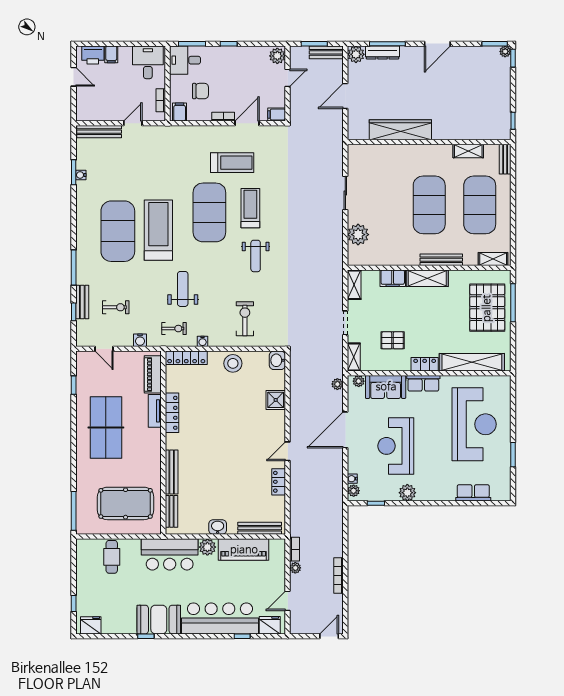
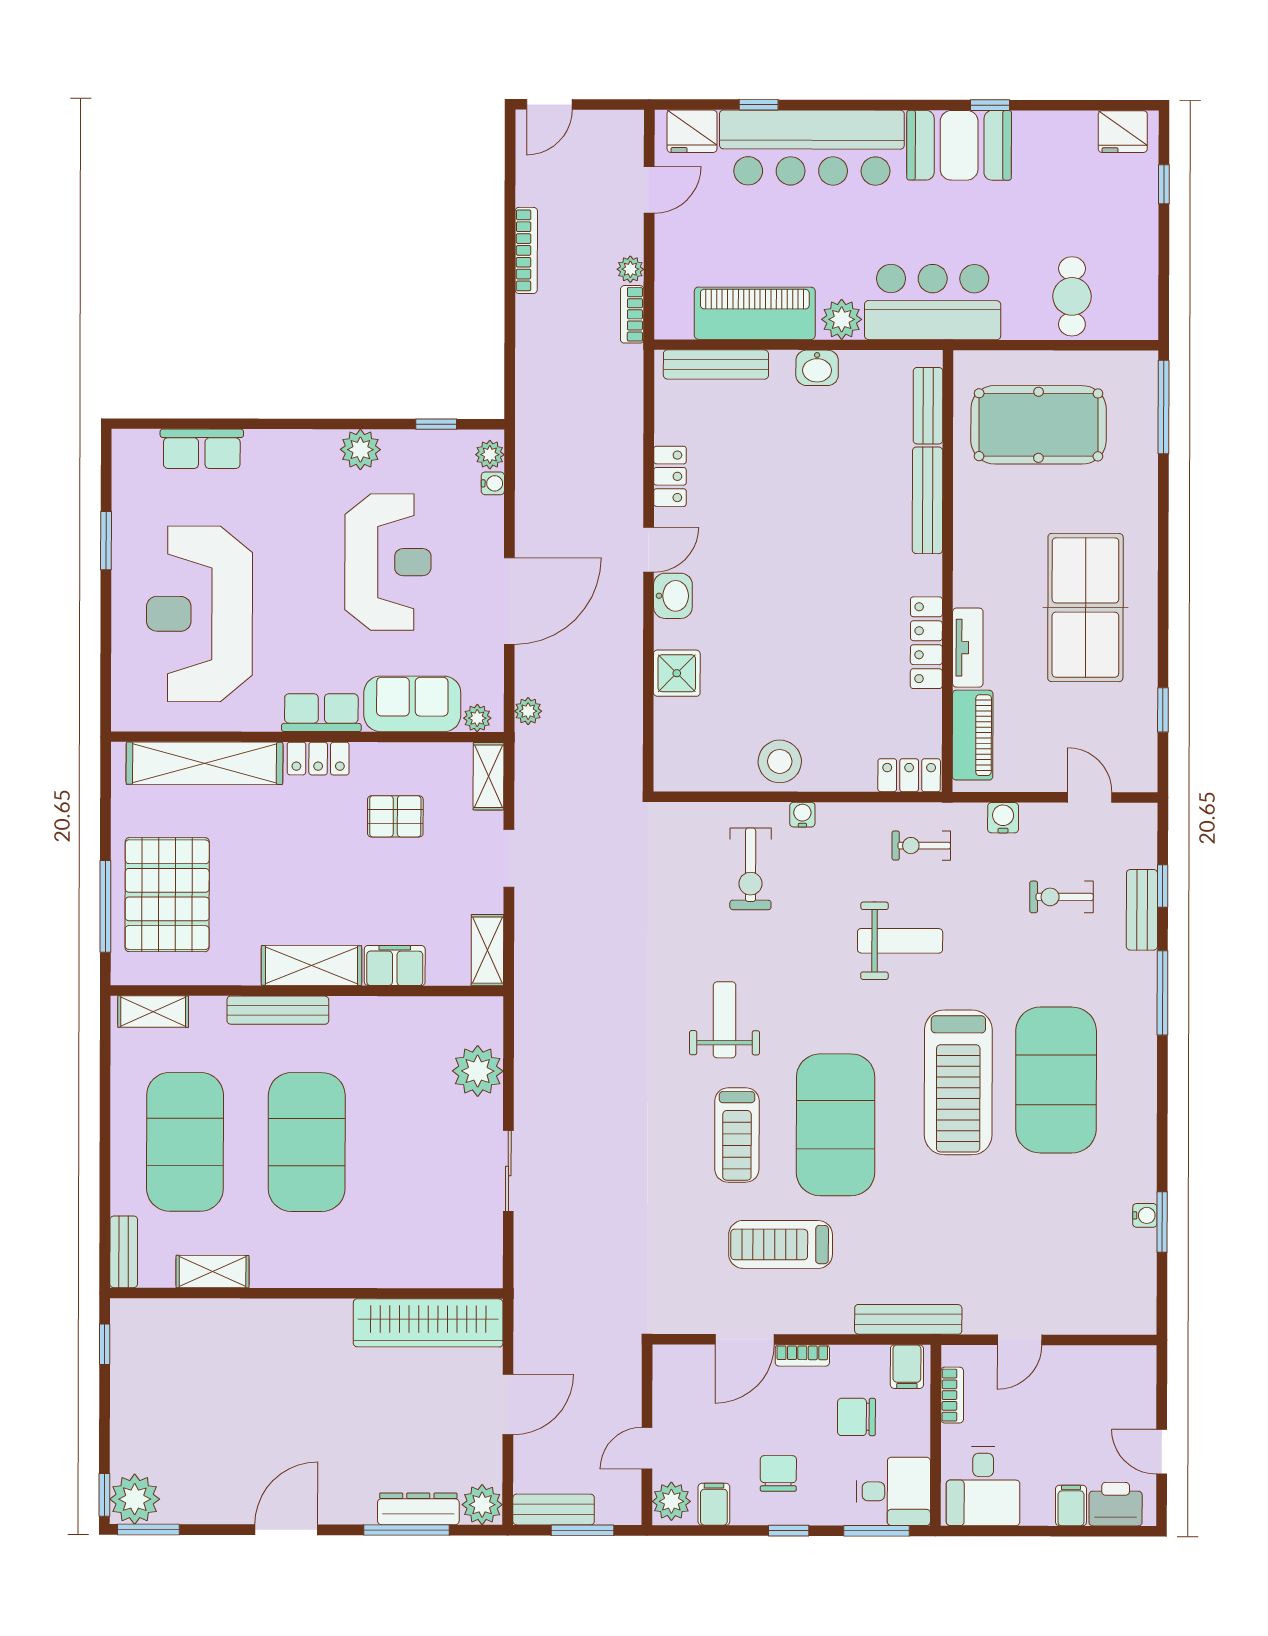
plant: (505, 51) -> (135, 1499), width x1.88, depth x1.88
chair: (233, 68) -> (778, 1473), added
filing cabinet: (277, 114) -> (714, 1504), moved, turned -90
wardrobe: (400, 130) -> (428, 1323), moved
bench: (99, 132) -> (908, 1319), moved
weight bench: (183, 289) -> (900, 941), turned -90
water cooler: (203, 341) -> (802, 815), moved
locker: (186, 358) -> (909, 775), width x0.66
washbasin: (277, 360) -> (673, 596), moved

